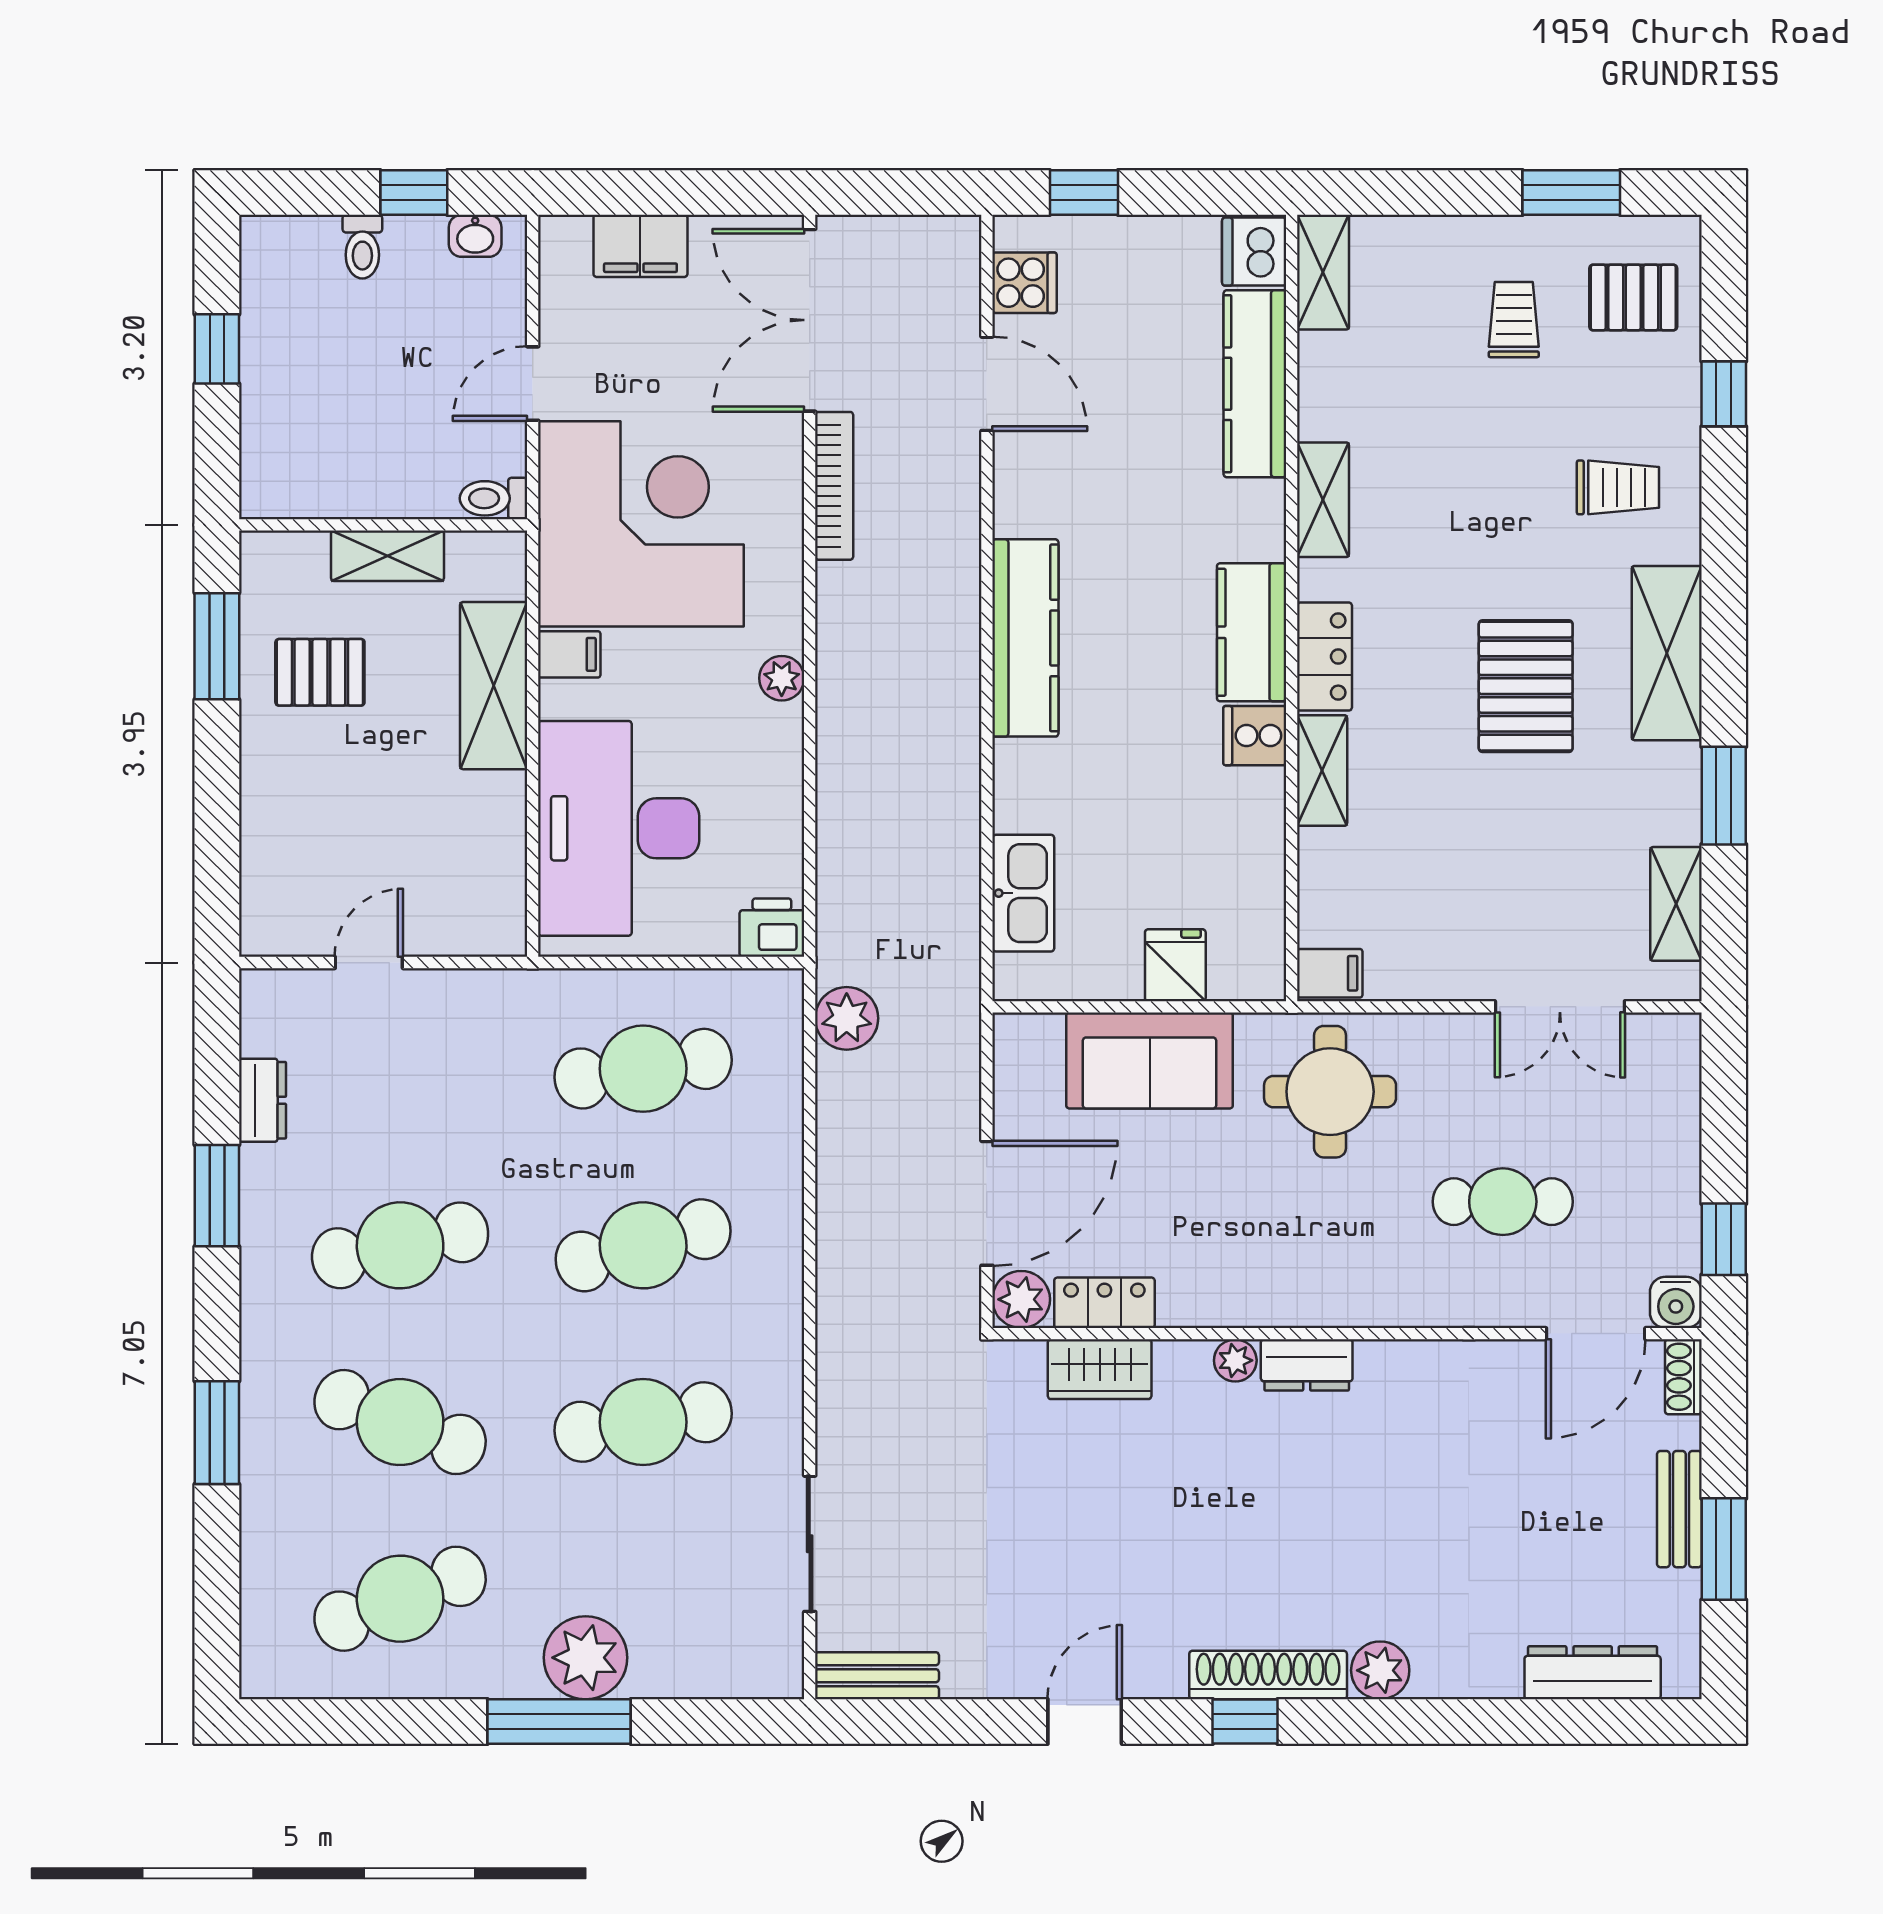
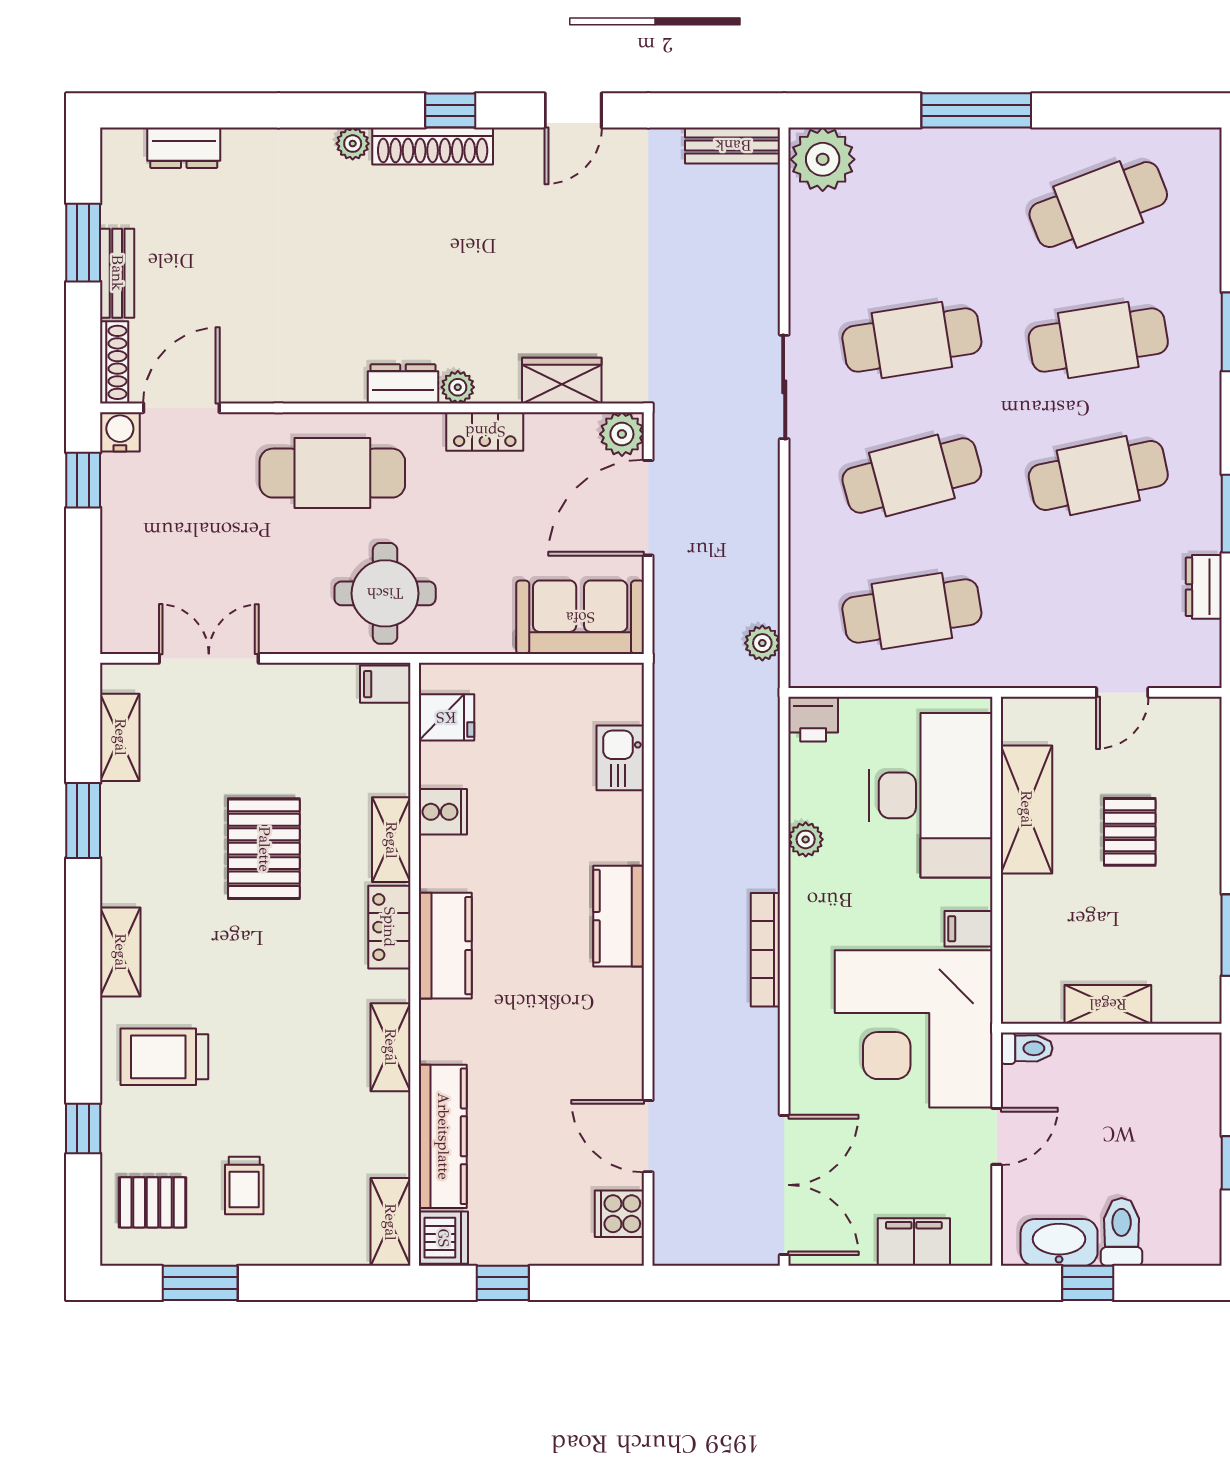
window: (1084, 192) -> (503, 1283), moved
washbasin: (475, 236) -> (1059, 1242), width x1.91, depth x1.45
toilet: (362, 247) -> (1122, 1232), width x1.37, depth x1.39
bookcase: (834, 486) -> (765, 950), moved
trolley: (1618, 487) -> (164, 1057), width x1.36, depth x1.39
kitchen counter: (1025, 638) -> (619, 916), width x0.67
shelving: (1667, 653) -> (120, 952), width x0.67, depth x0.75
pallet: (320, 672) -> (1130, 832), moved, turned 90
plant: (782, 678) -> (806, 839), moved
shelving: (494, 686) -> (1026, 809), moved
pallet: (1526, 686) -> (264, 849), moved
cooker: (1255, 736) -> (443, 812), moved
kitchen sink: (1023, 893) -> (620, 758), width x0.73
fridge: (1175, 965) -> (446, 717), moved, turned -90
plant: (847, 1018) -> (762, 643), width x0.73, depth x0.73
sofa: (1150, 1060) -> (580, 617), moved
cafe table: (1503, 1202) -> (332, 473), moved, width x1.37, depth x1.35
locker: (1104, 1303) -> (485, 431), moved
shoe rack: (1683, 1377) -> (114, 362), width x1.43
cafe table: (400, 1422) -> (1098, 340), turned -30
sliding door: (810, 1544) -> (784, 387), moved
plant: (586, 1658) -> (823, 159), moved
plant: (1380, 1670) -> (353, 144), width x0.73, depth x0.73
dresser: (1593, 1673) -> (184, 148), width x0.70

